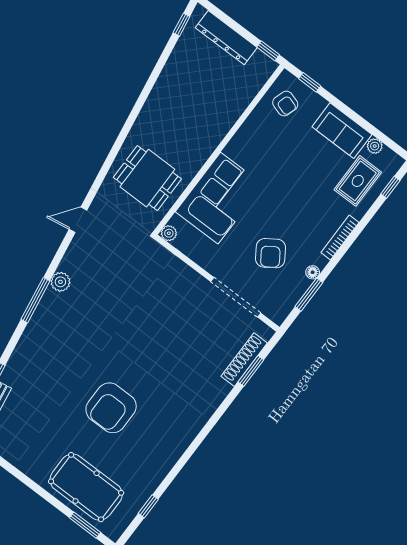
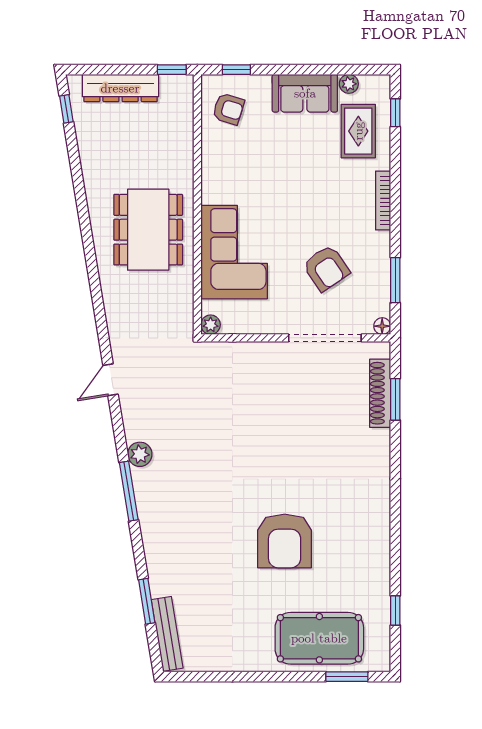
dining table: (147, 178) -> (148, 230), moved, width x1.38
floor lamp: (313, 272) -> (382, 326), moved

